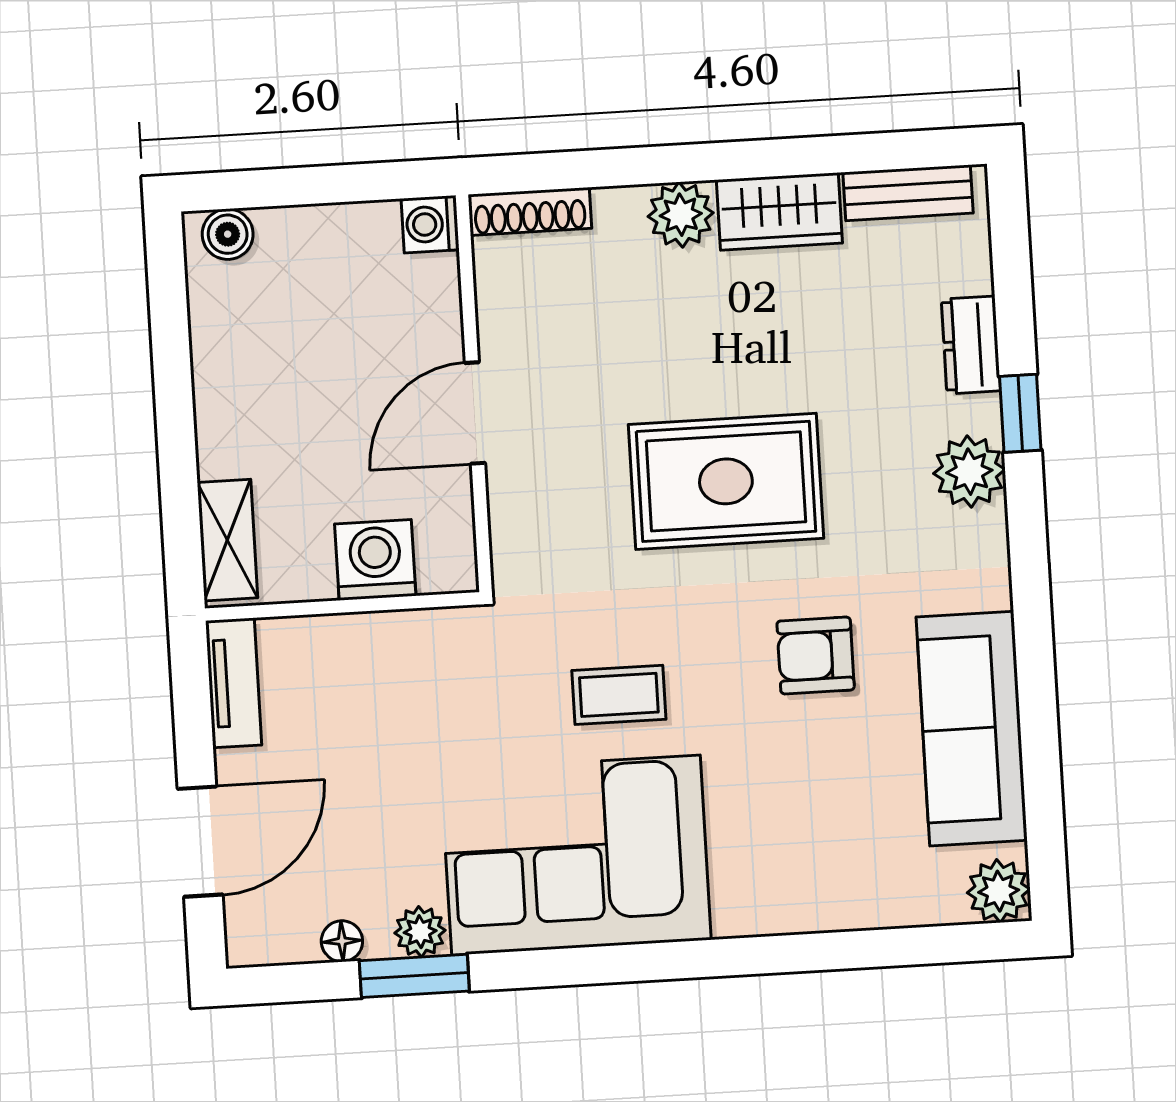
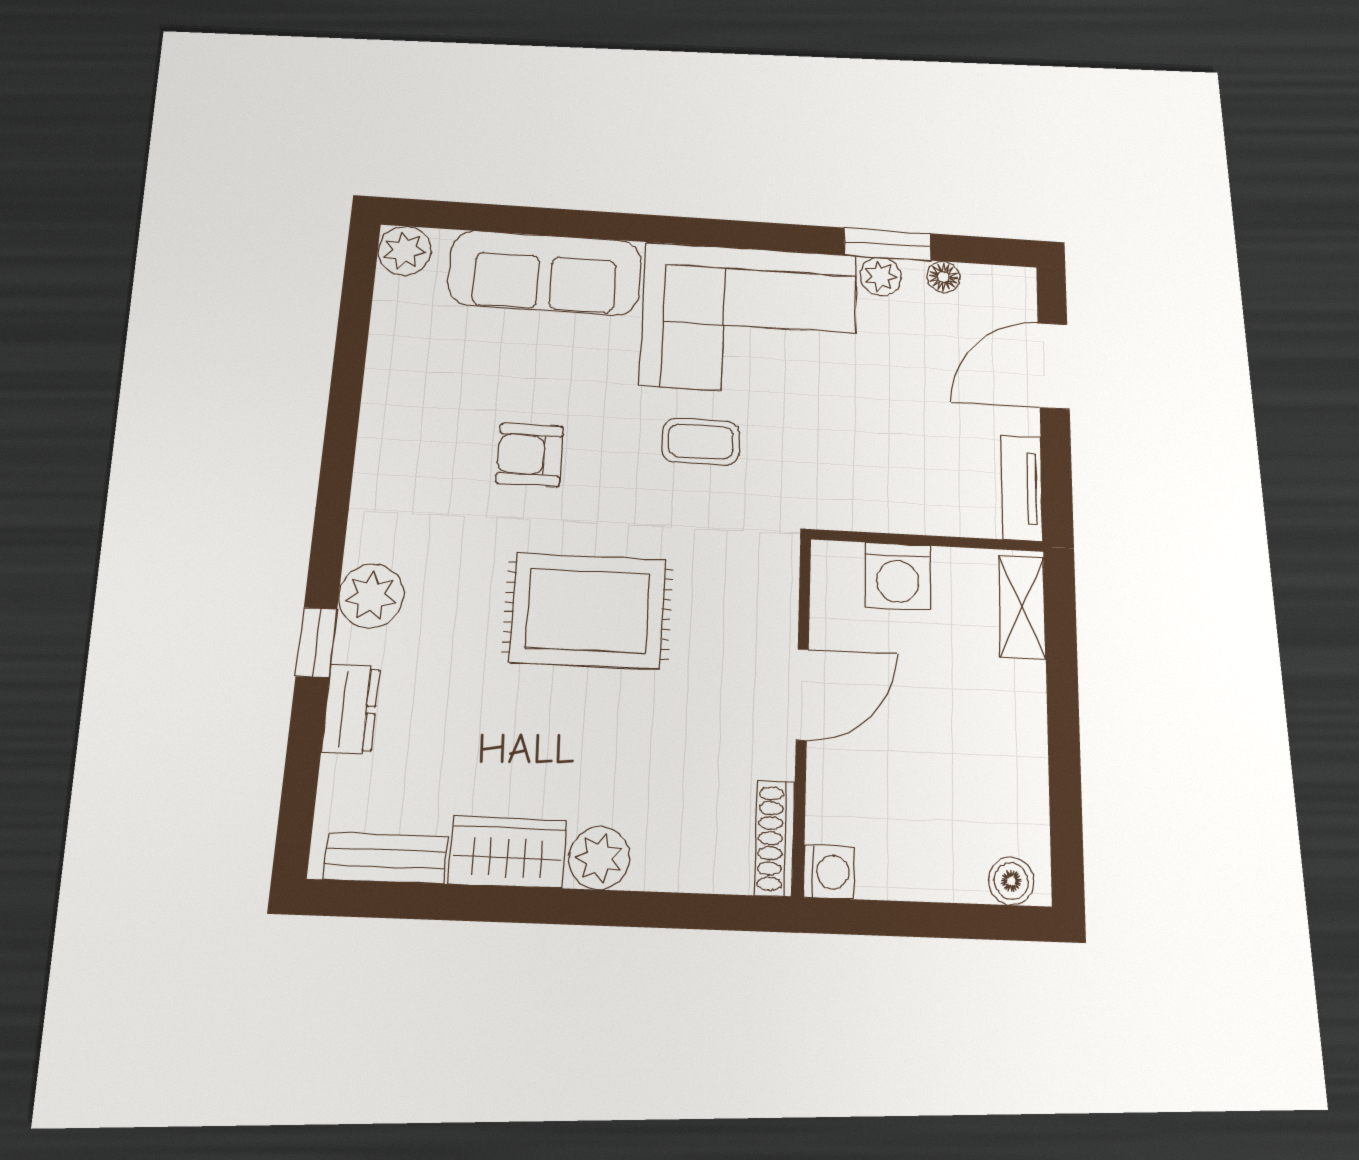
shoe rack: (530, 211) -> (775, 838), moved, turned -90
armchair: (816, 656) -> (530, 455), turned 180
sofa: (972, 729) -> (545, 273), moved, turned 90

